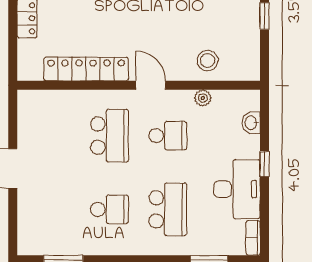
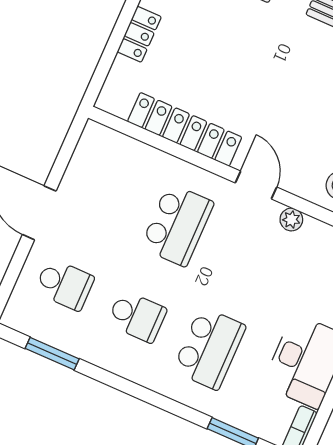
plant: (203, 98) -> (291, 220), moved
school desk: (168, 136) -> (64, 284), moved

